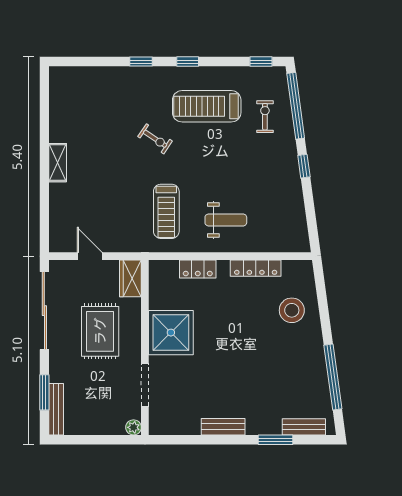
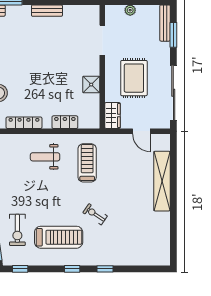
exercise bike: (265, 117) -> (17, 230), width x1.38, depth x1.39
shelving: (58, 163) -> (162, 181), width x2.20, depth x1.33
shower: (171, 333) -> (91, 85), width x0.54, depth x0.54
plant: (134, 427) -> (130, 10), moved

